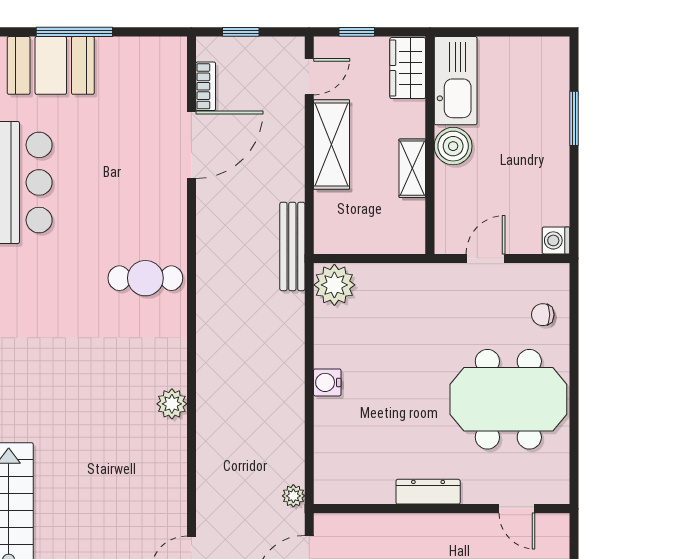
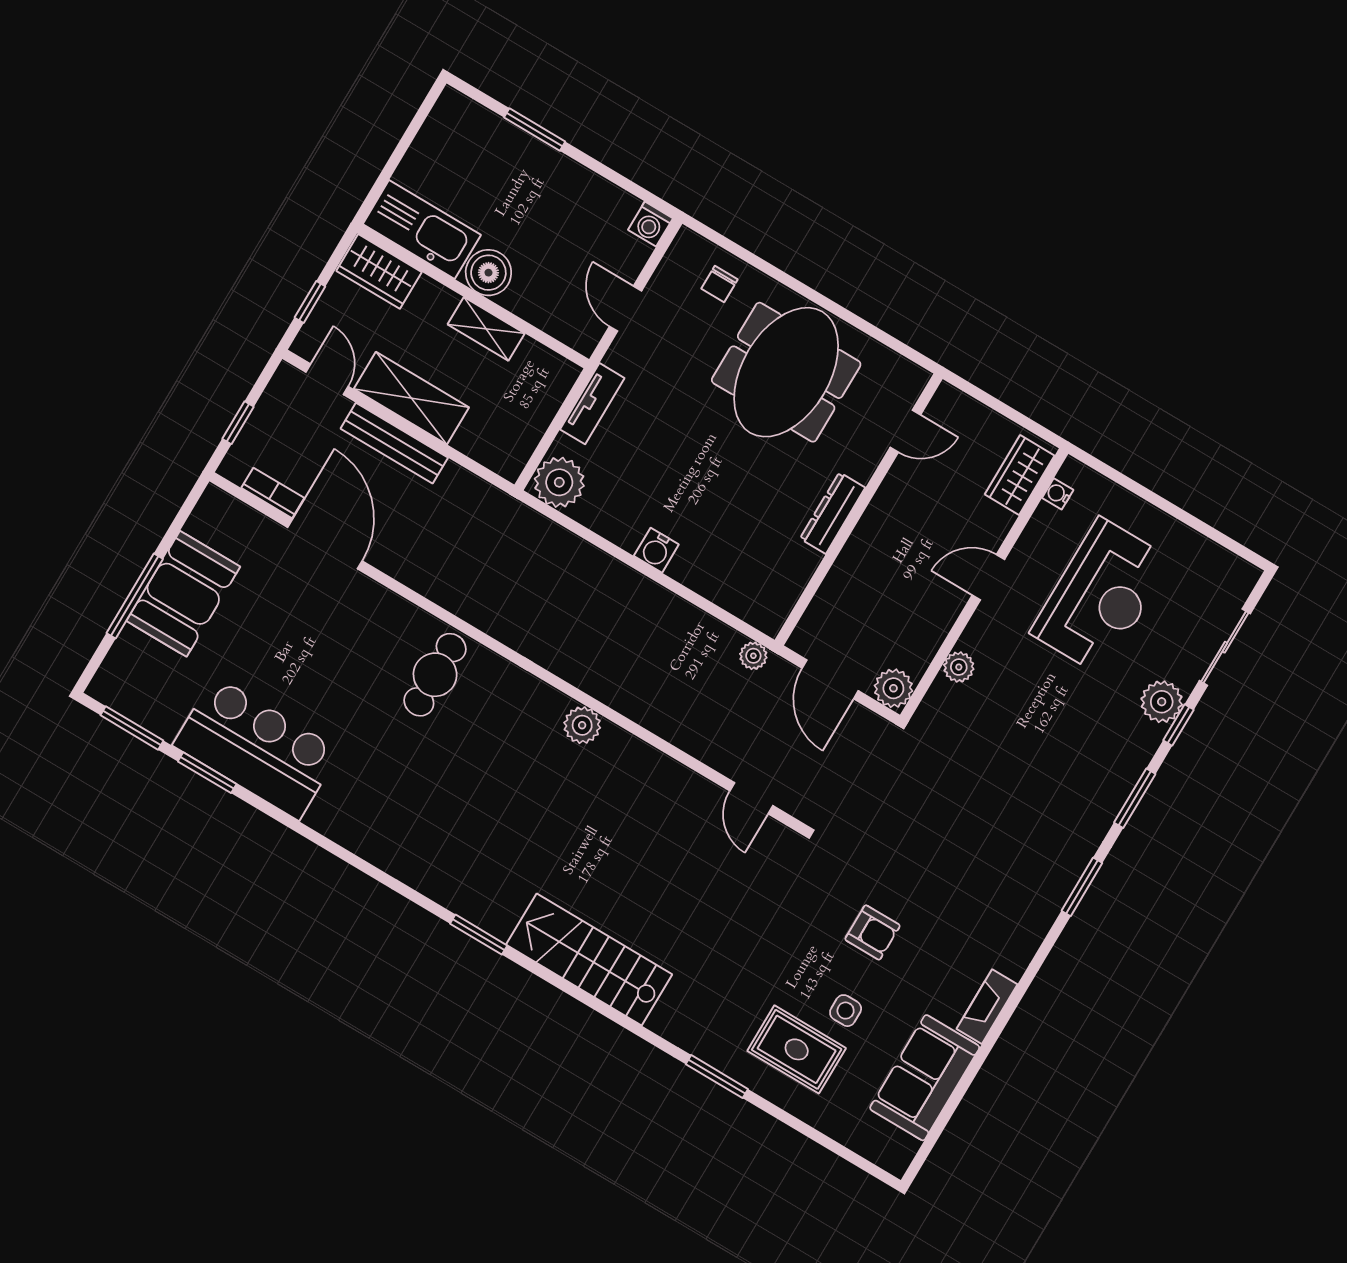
booth: (51, 65) -> (183, 594), moved
bench: (292, 246) -> (394, 443), moved
tv unit: (404, 275) -> (592, 404), added

